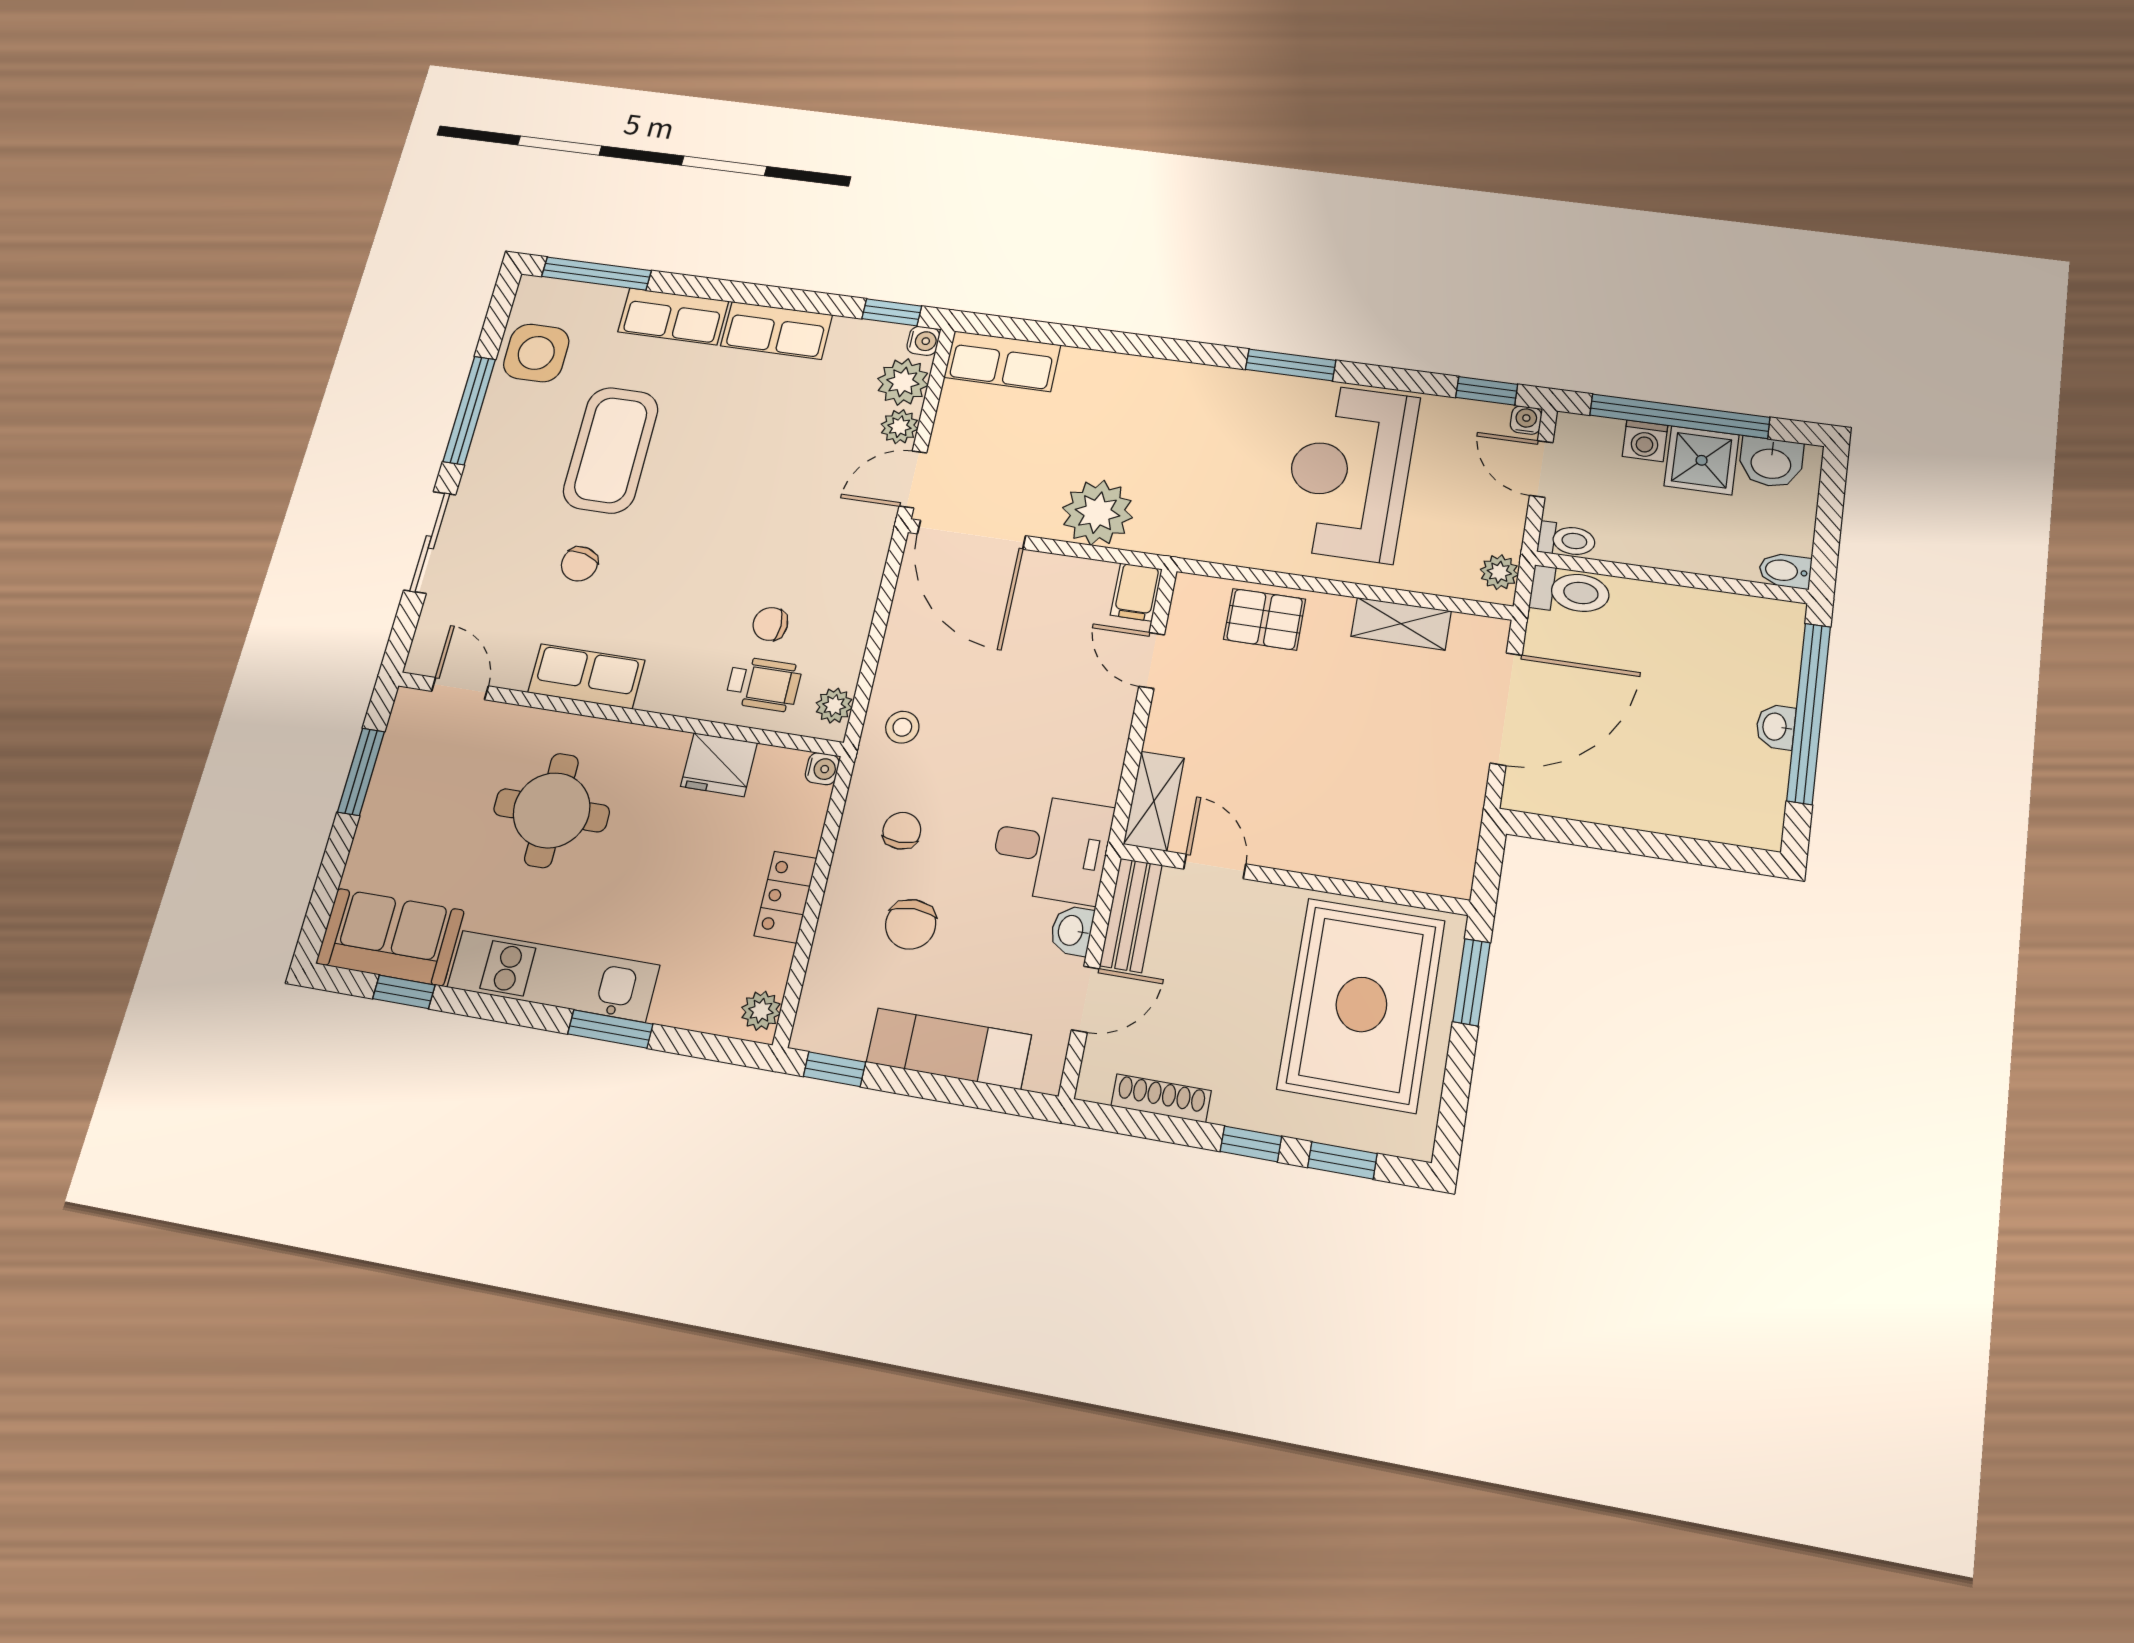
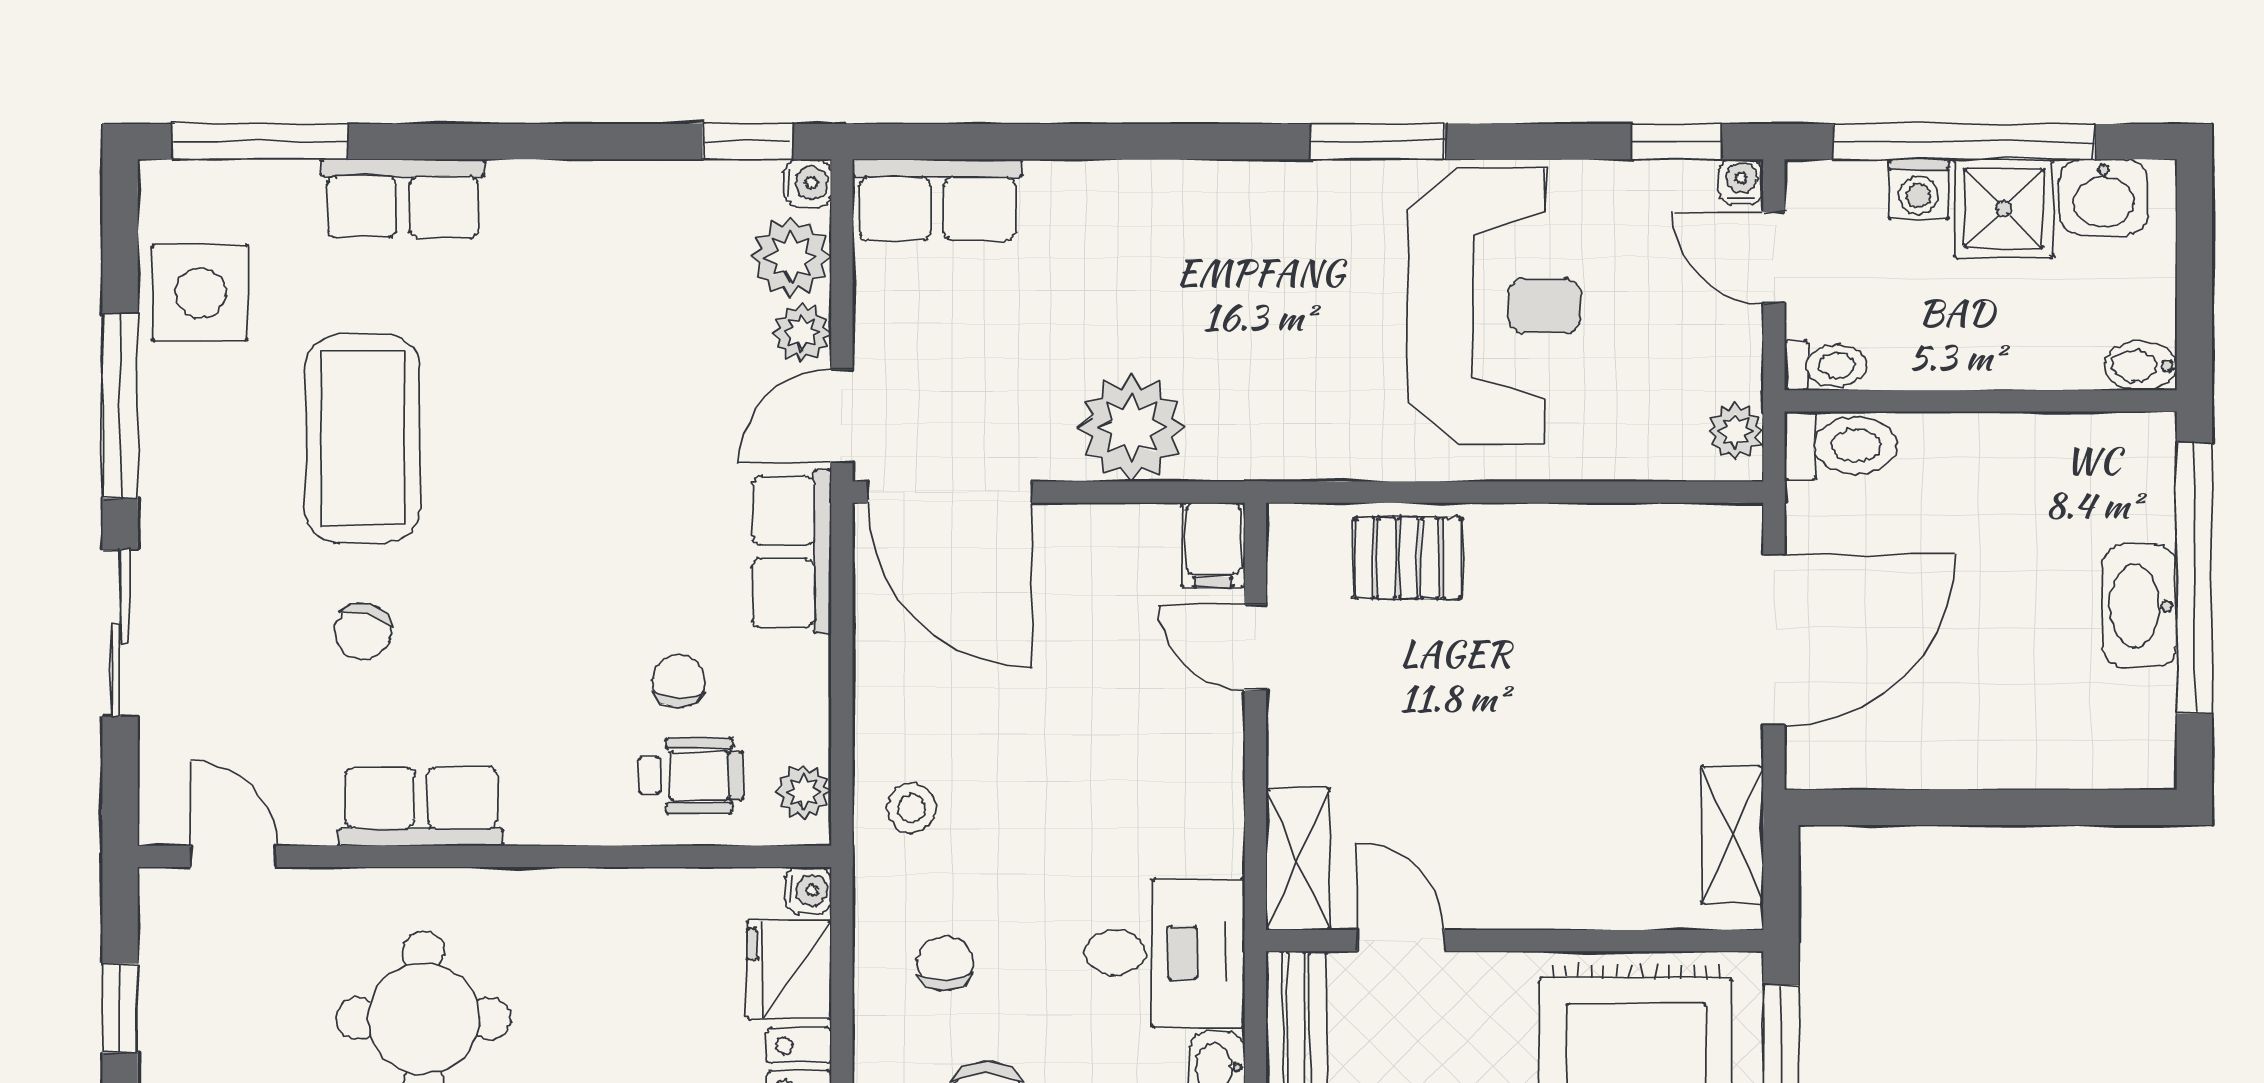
row of seats: (777, 330) -> (792, 552), moved, turned 90
reception desk: (1349, 472) -> (1494, 306), turned 180
chair: (770, 624) -> (679, 681), turned 92
shelving: (1401, 624) -> (1732, 835), moved, turned 90
washbasin: (1776, 727) -> (2140, 606), width x1.91, depth x1.45
fridge: (719, 765) -> (789, 970), moved, turned 90
window: (361, 772) -> (120, 1008), width x0.67

